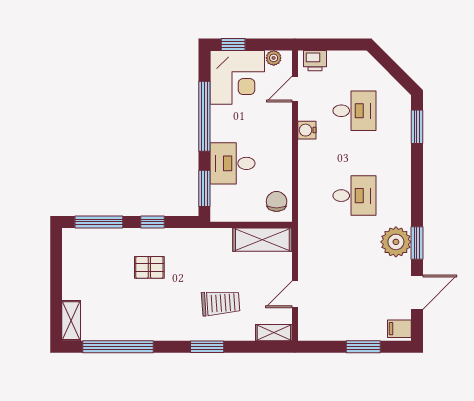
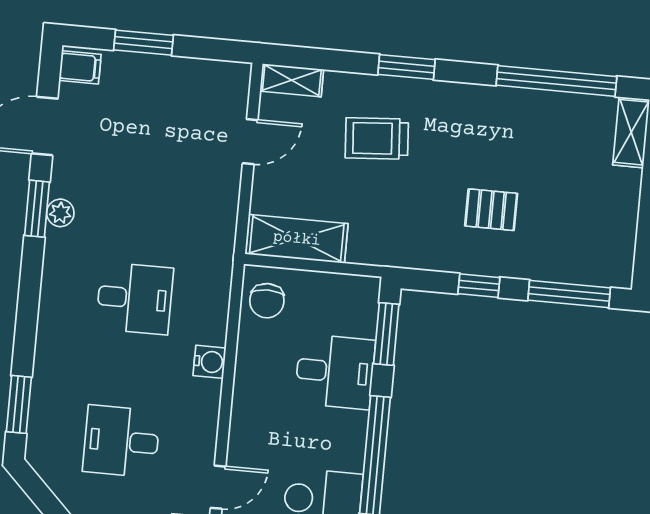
water cooler: (307, 130) -> (210, 362), moved
desk: (355, 196) -> (135, 298), turned 180
plant: (396, 242) -> (60, 213), width x0.53, depth x0.53

